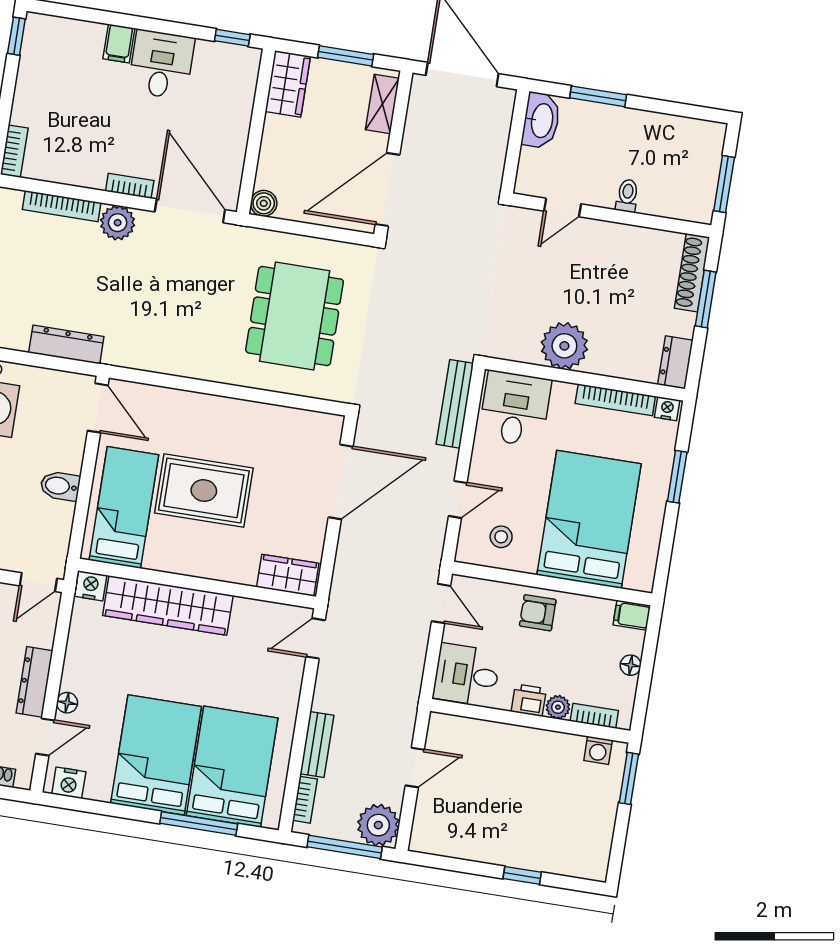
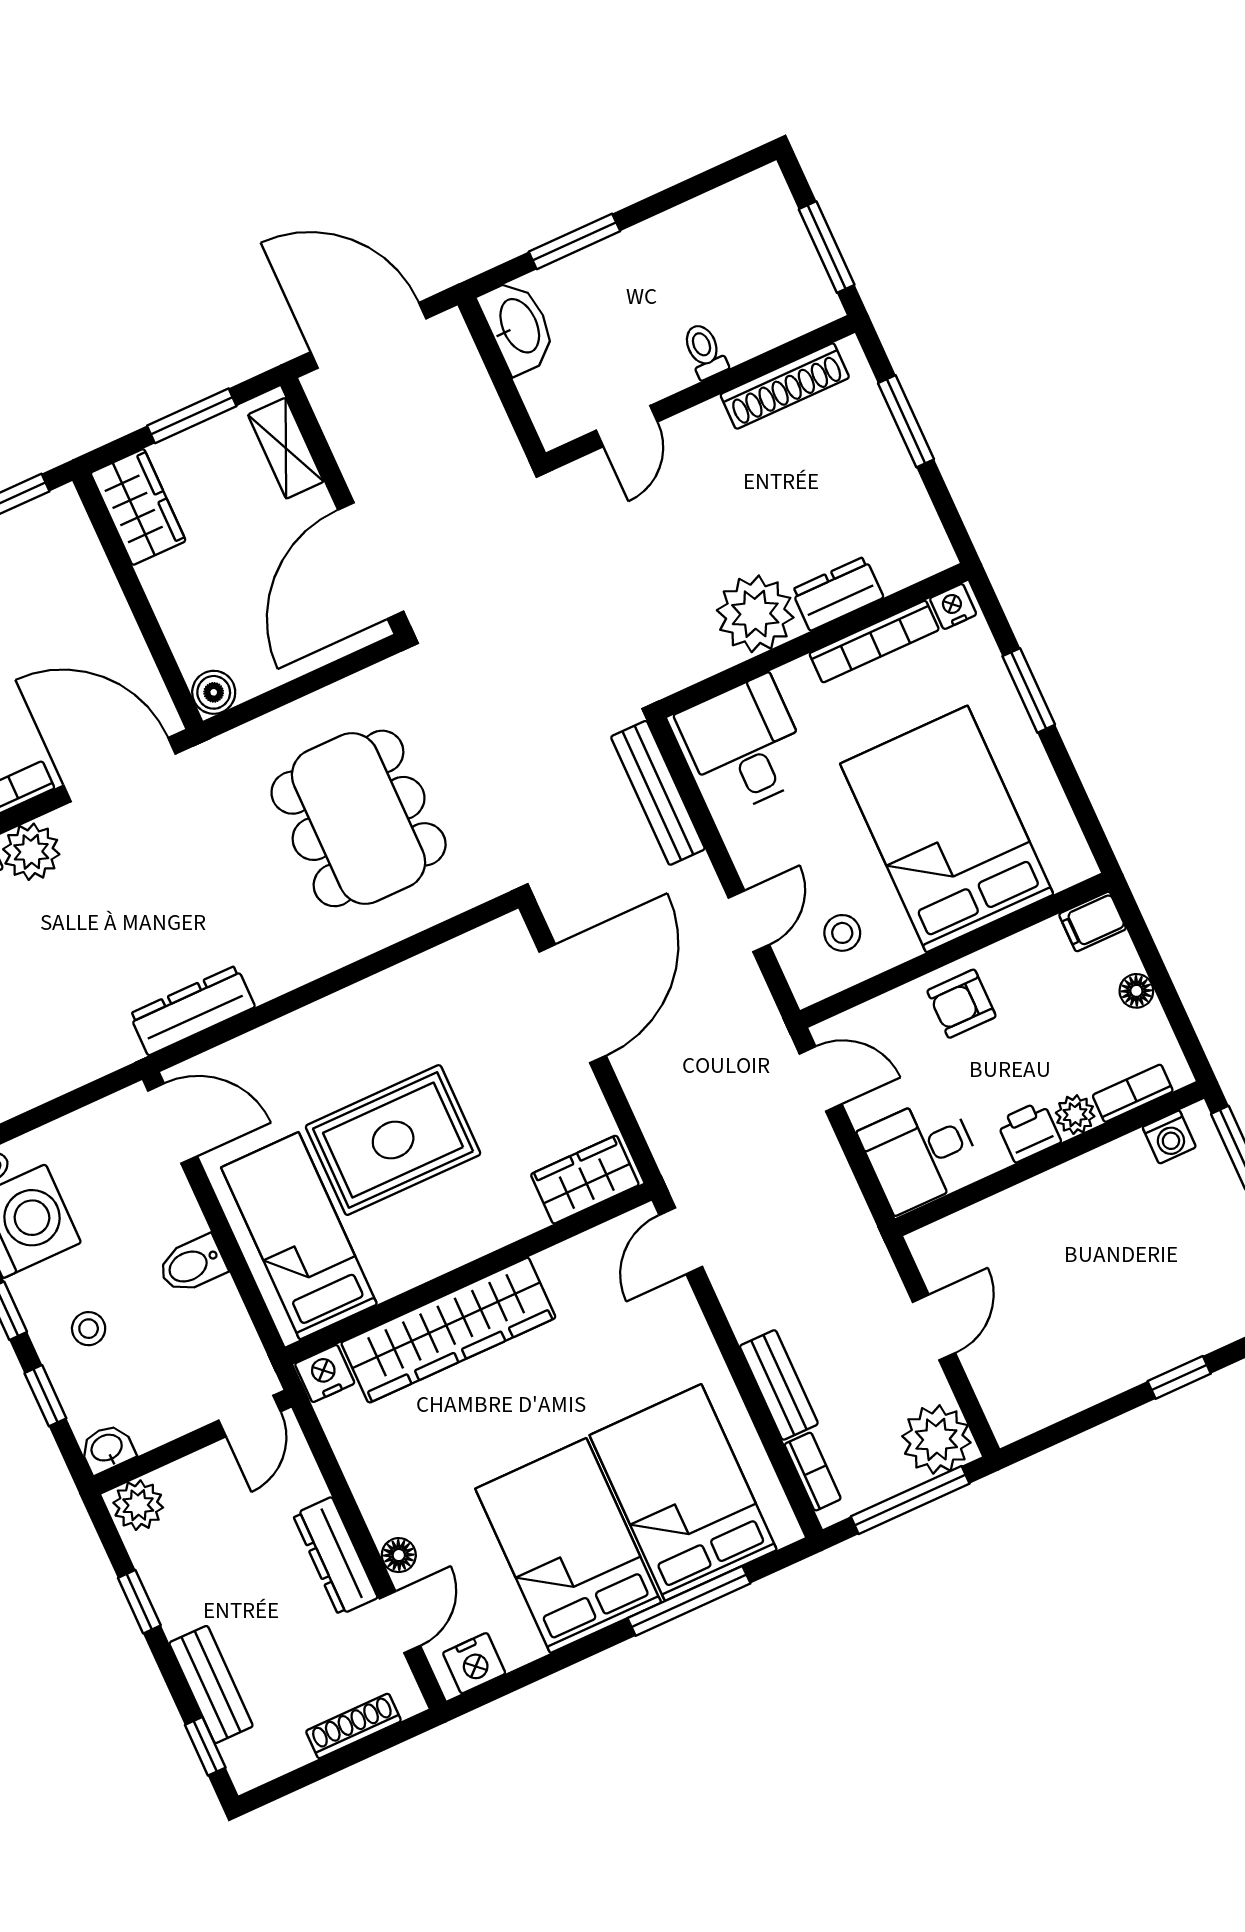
shoe rack: (692, 273) -> (785, 386), moved, turned -90
dresser: (66, 345) -> (192, 1010), moved
dresser: (675, 362) -> (837, 594), moved, turned 90

